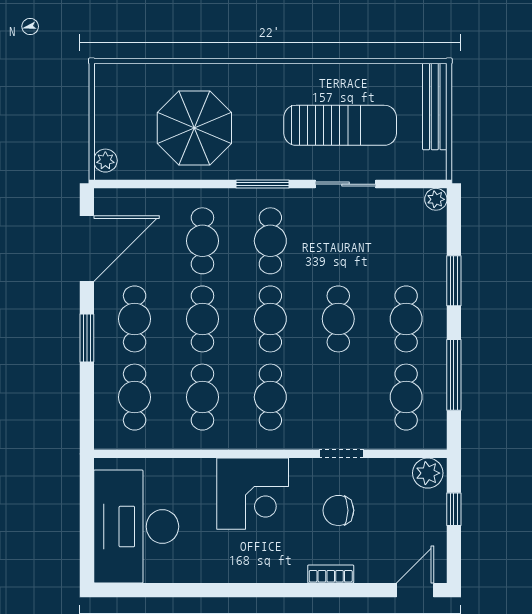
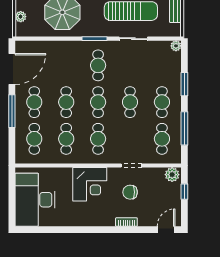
plant: (105, 161) -> (21, 17), moved
cafe table: (202, 241) -> (66, 65), removed
window: (87, 338) -> (12, 111), width x1.44

